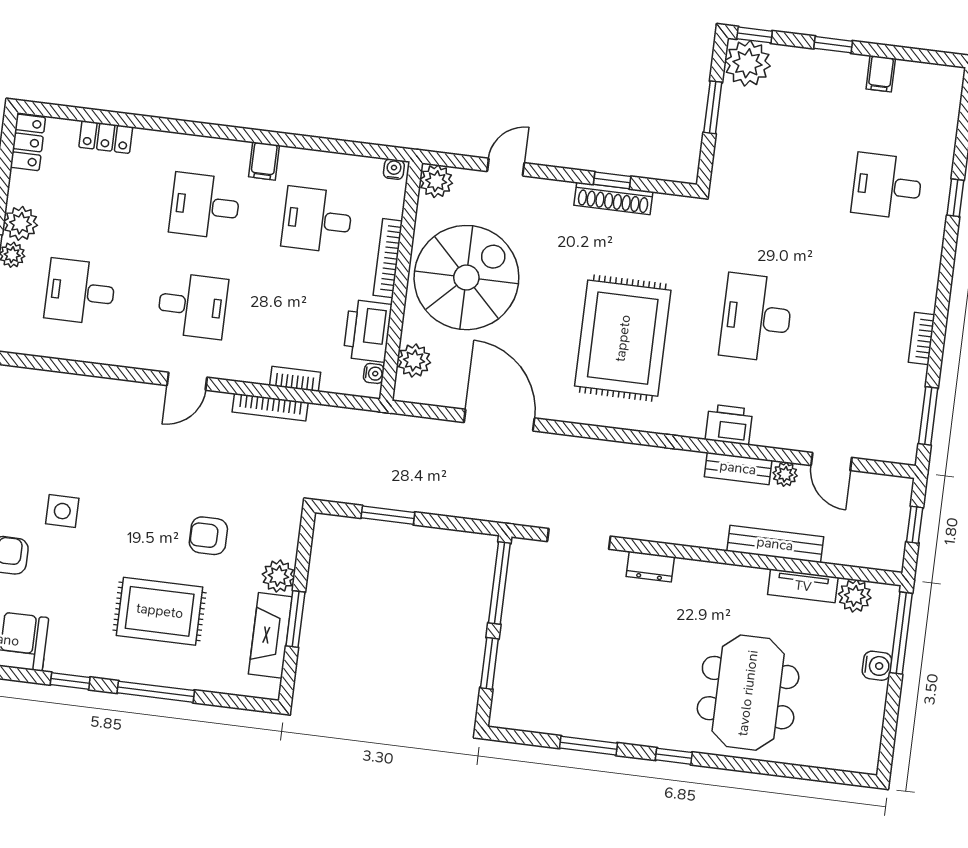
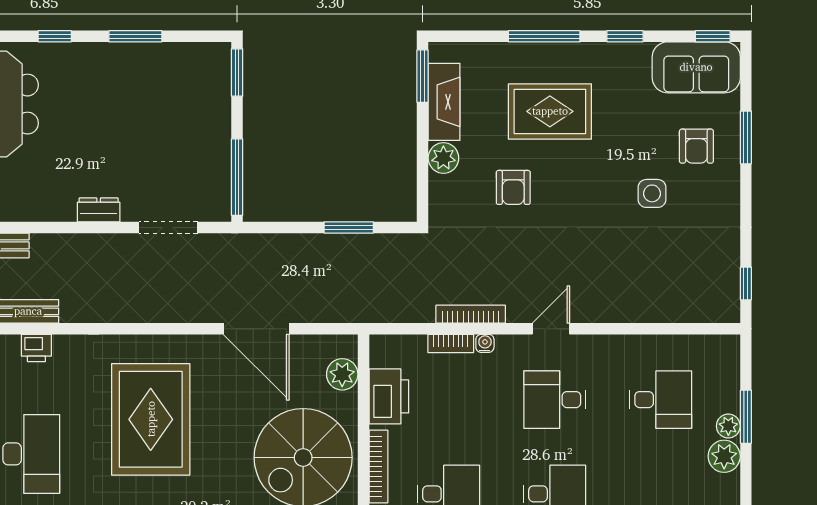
water cooler: (374, 373) -> (485, 343), moved, turned 90
printer: (729, 425) -> (36, 348), width x0.73, depth x0.81
armchair: (208, 536) -> (513, 187), turned 90
window: (295, 619) -> (423, 76), moved
window: (489, 663) -> (237, 73), moved

